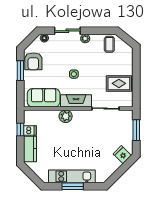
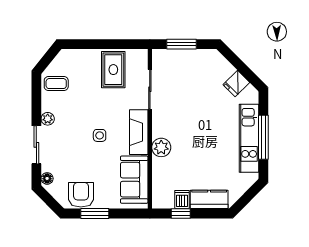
armchair: (33, 61) -> (81, 195), turned -90
fridge: (122, 155) -> (236, 84), moved
window: (73, 186) -> (263, 137), width x1.44

